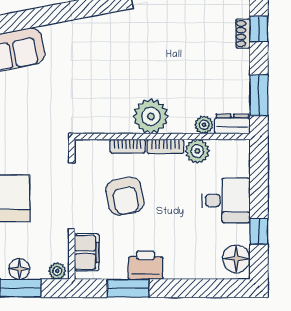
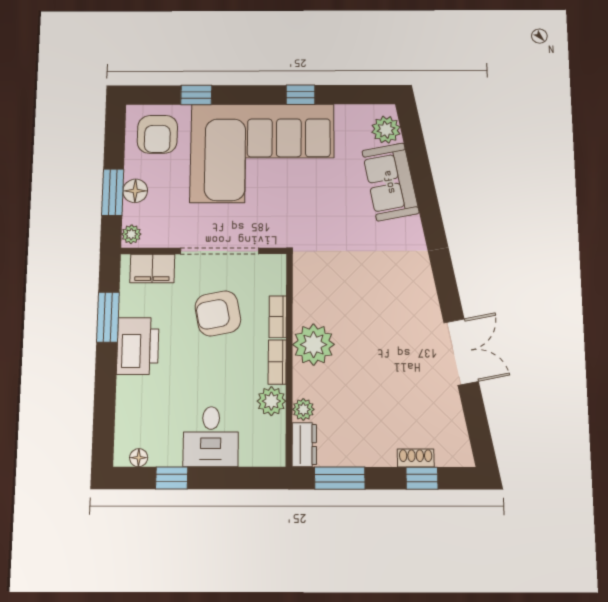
floor lamp: (236, 259) -> (139, 458), width x0.53, depth x0.53
printer: (146, 265) -> (138, 346), width x1.37, depth x1.19

